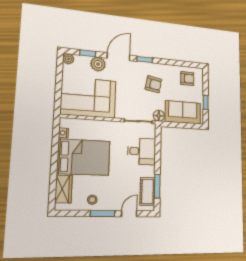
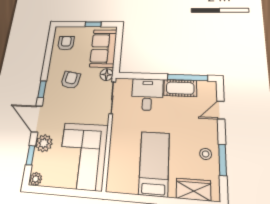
nightstand: (63, 133) -> (124, 188), removed
bed: (84, 157) -> (154, 163), width x0.67
window: (157, 186) -> (187, 78), width x1.44
cot: (148, 191) -> (180, 88), moved
window: (103, 213) -> (223, 160), moved
door: (129, 214) -> (221, 110), hinge flipped

